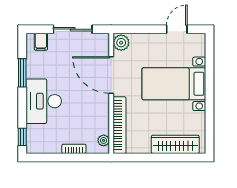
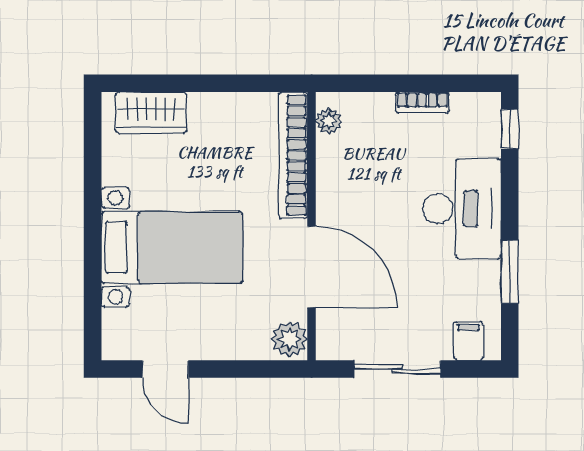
door: (177, 29) -> (165, 369), hinge flipped
wardrobe: (175, 144) -> (151, 112), width x0.67
bookcase: (74, 149) -> (422, 103), moved

